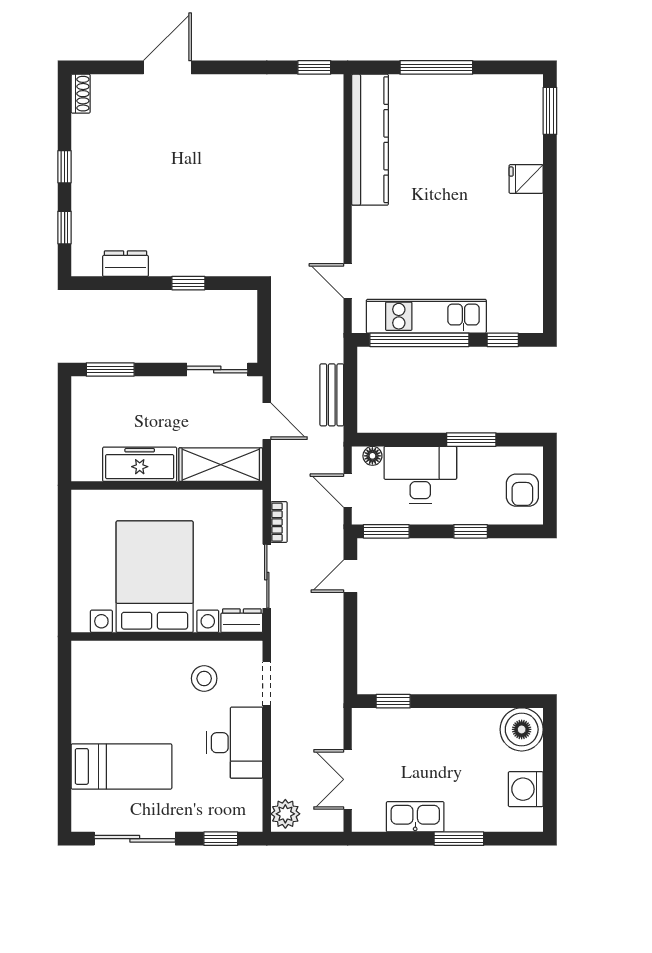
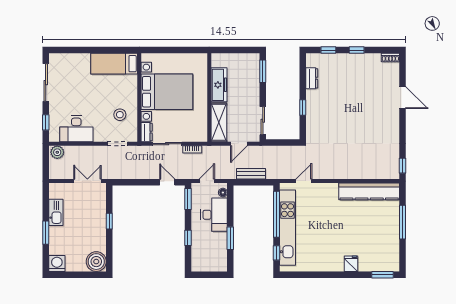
kitchen unit: (426, 316) -> (287, 228), width x1.36
armchair: (522, 490) -> (207, 262), removed
window: (393, 701) -> (109, 221), moved
desk: (235, 743) -> (76, 129), moved
bed: (121, 766) -> (114, 64), moved, turned 90
double door: (348, 779) -> (87, 181), moved
washing machine: (526, 789) -> (57, 263), moved

